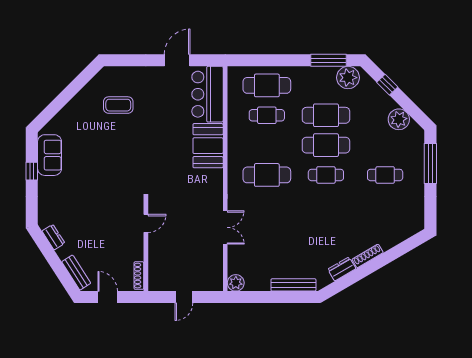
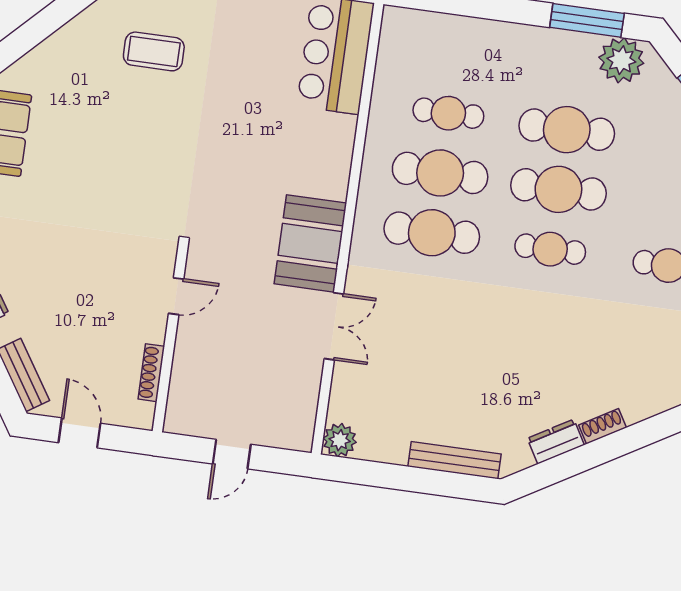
cafe table: (267, 85) -> (440, 173), moved
booth: (208, 146) -> (310, 243), moved
shoe rack: (368, 256) -> (602, 426), width x0.70
shoe rack: (139, 276) -> (151, 373), moved

